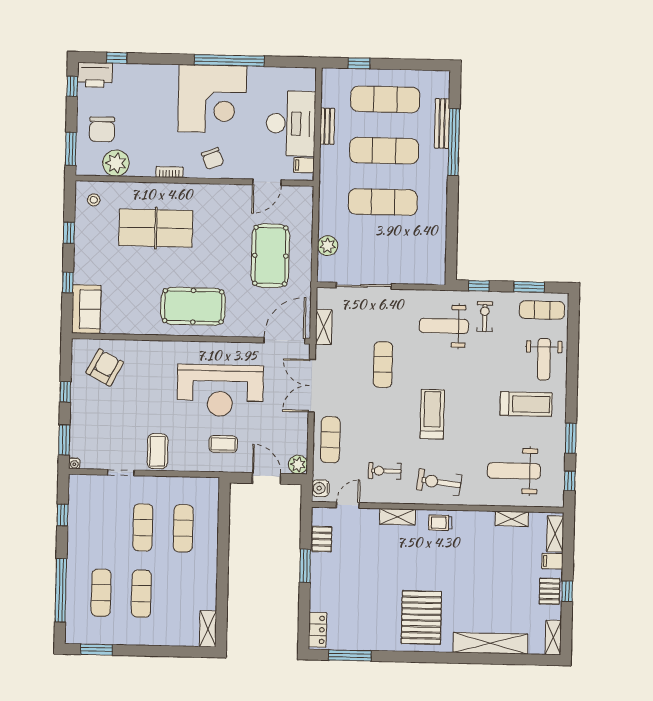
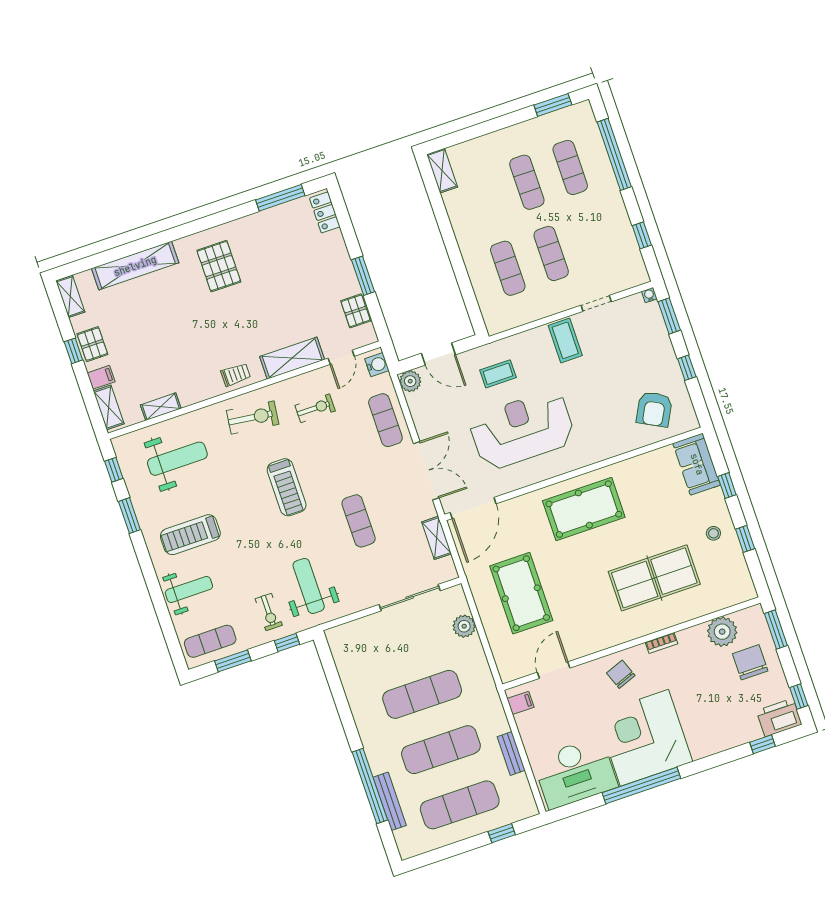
desk: (291, 123) -> (575, 773), moved, turned -90
stool: (94, 200) -> (713, 533), moved
weight bench: (444, 326) -> (309, 586), turned -90
weight bench: (544, 359) -> (189, 589), turned 90
shelving: (397, 517) -> (292, 358), width x1.50, depth x1.33
pallet: (421, 617) -> (219, 266), width x0.73, depth x0.71

